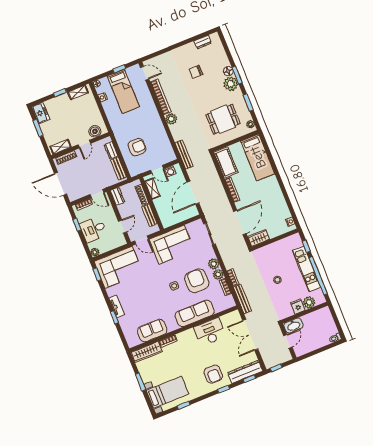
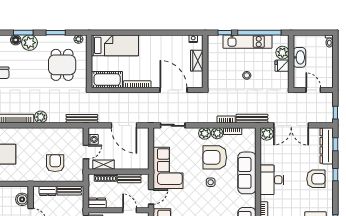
wardrobe: (259, 238) -> (197, 61), moved
plant: (235, 317) -> (267, 134), added
washbasin: (293, 325) -> (299, 57), moved
desk: (210, 332) -> (272, 180), moved

